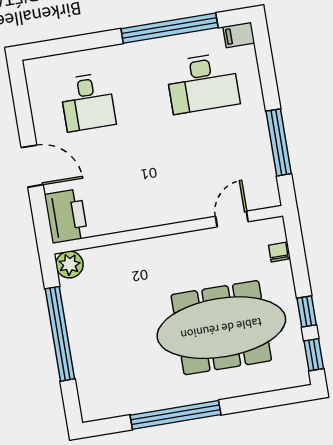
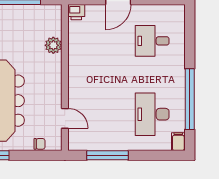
printer: (66, 216) -> (76, 12), width x0.53, depth x0.68
plant: (70, 265) -> (53, 45), moved

